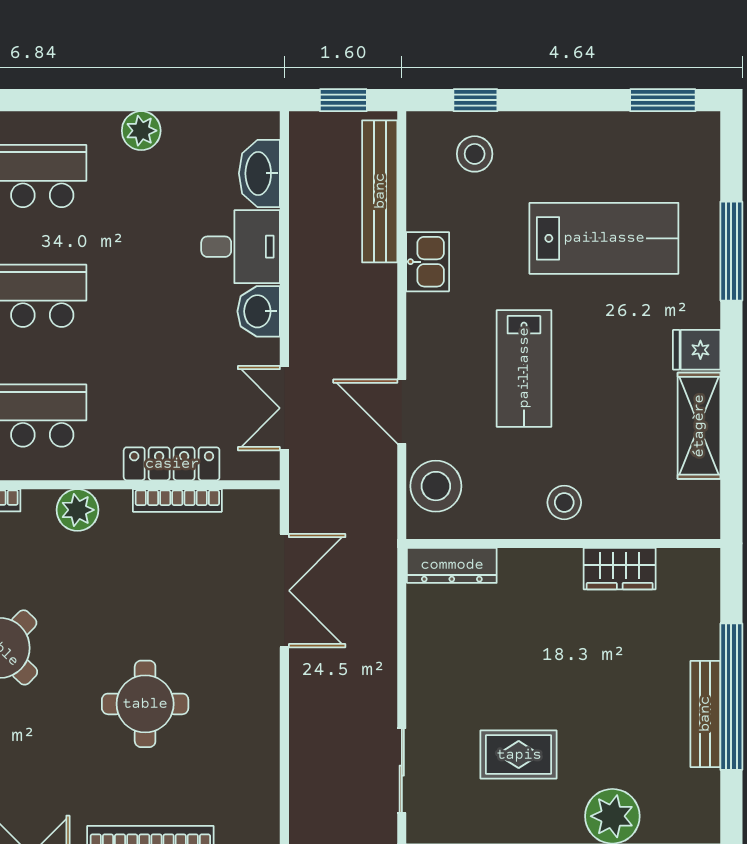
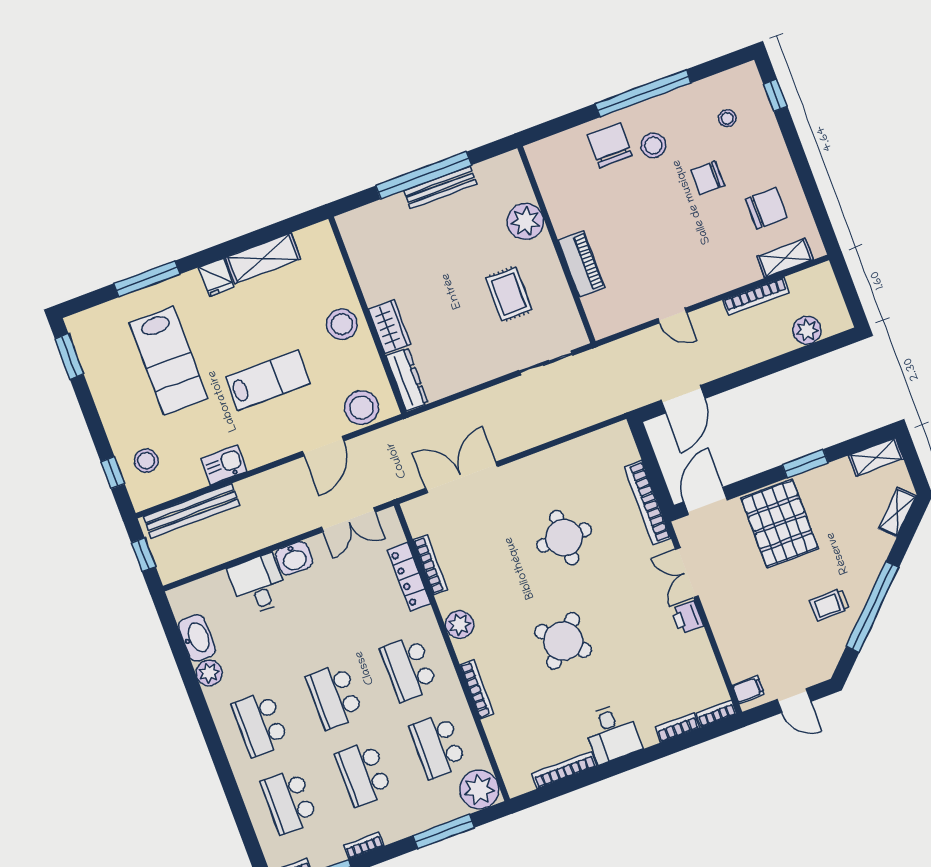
washbasin: (259, 173) -> (197, 638), moved, turned -90
lab bench: (604, 238) -> (169, 361), turned 180
stool: (564, 502) -> (342, 324), width x1.38, depth x1.38
wardrobe: (620, 569) -> (390, 327), moved

